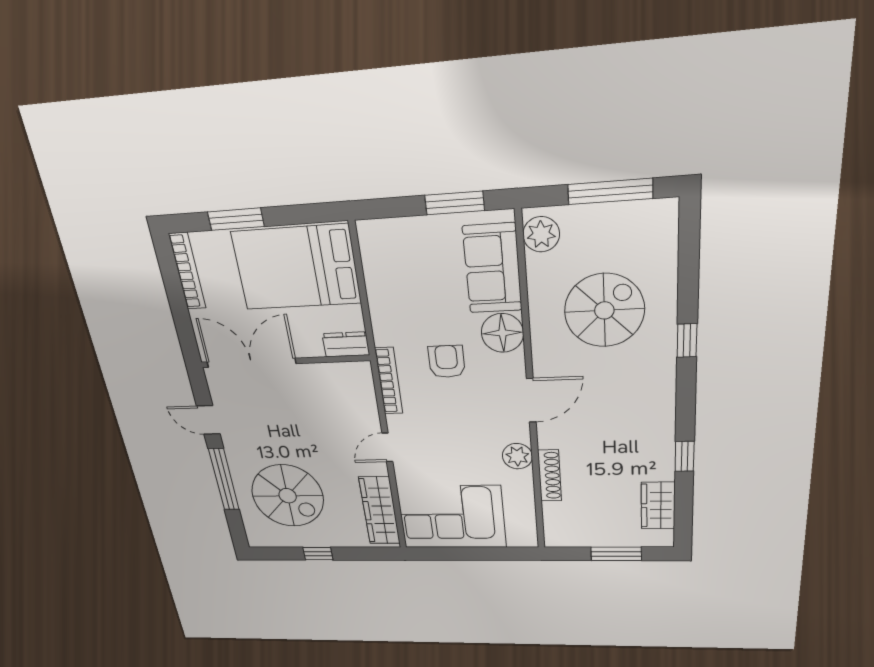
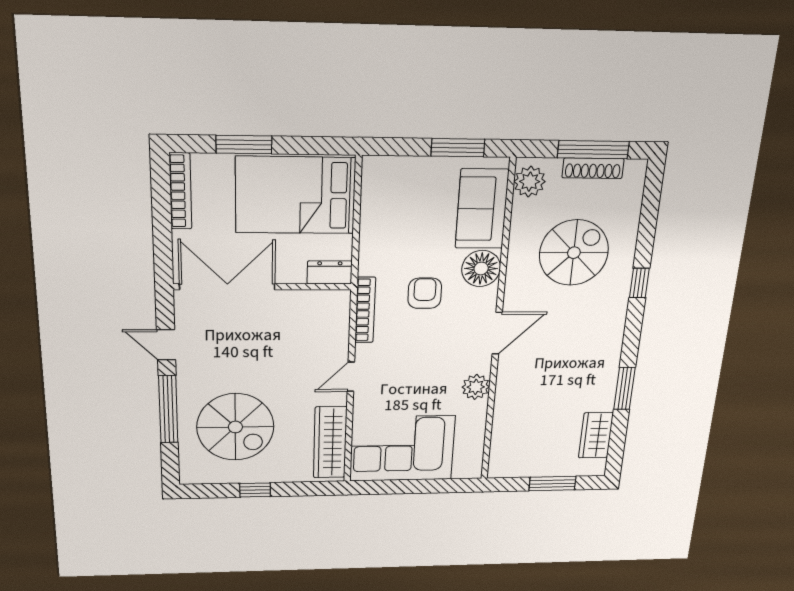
window: (685, 456) -> (625, 389), width x1.50
shoe rack: (550, 476) -> (593, 168), moved, turned 90

